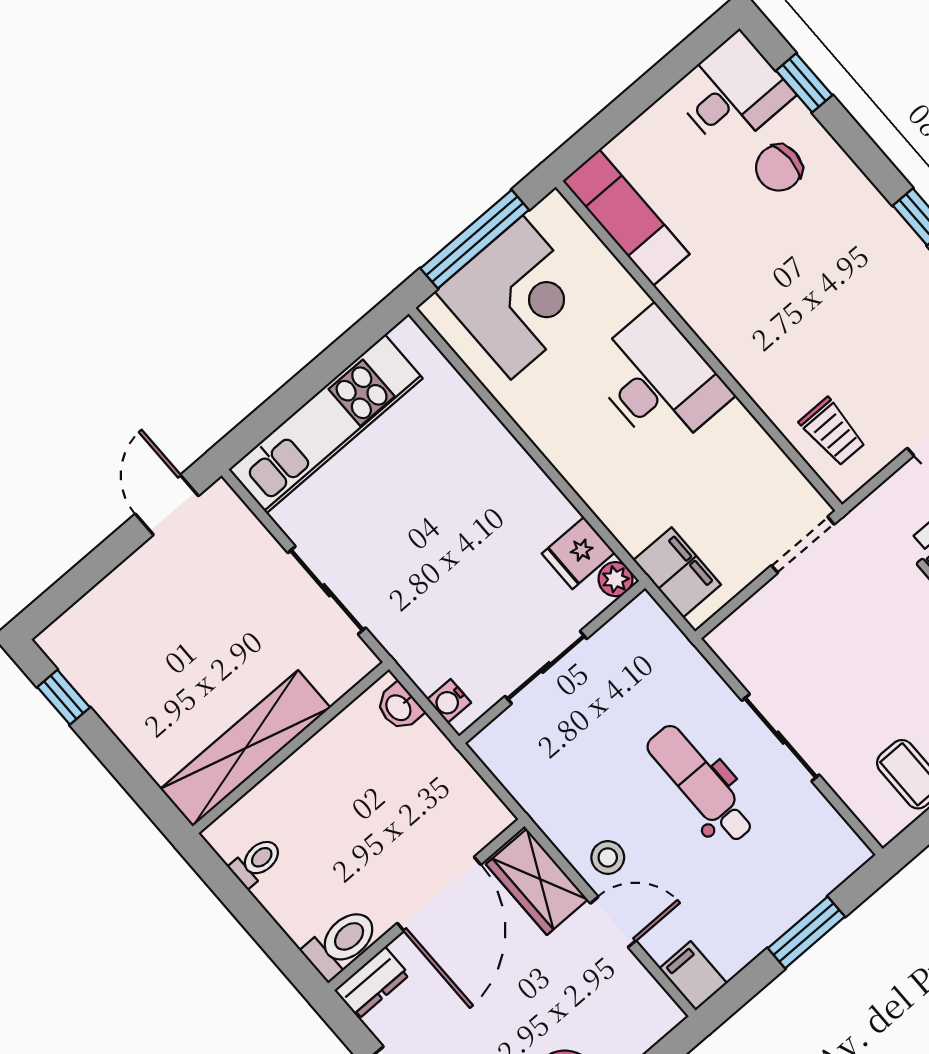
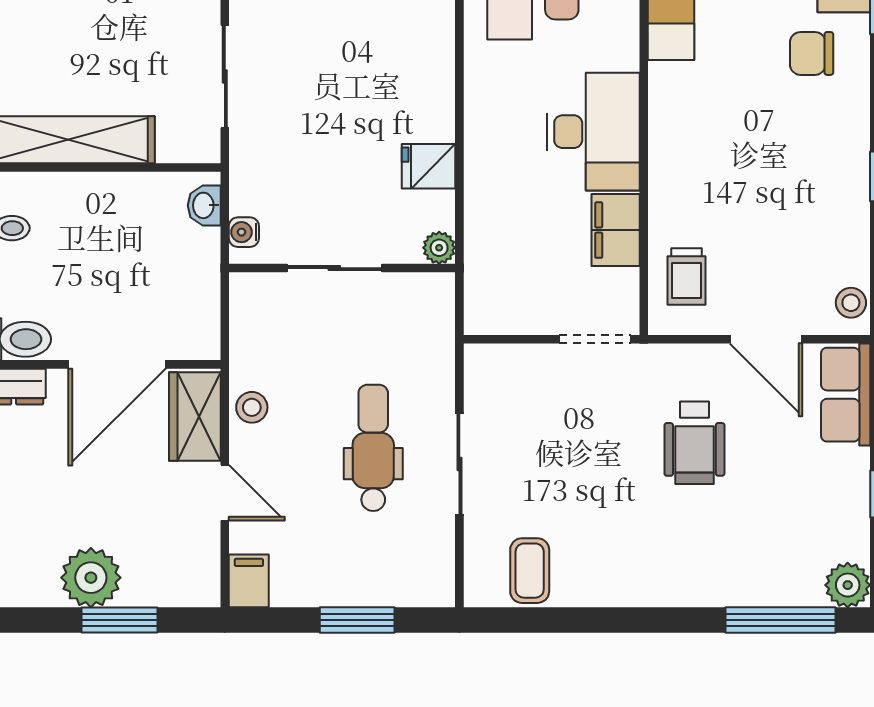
fridge: (578, 553) -> (429, 166), moved
filing cabinet: (677, 572) -> (616, 230), moved, turned 180
stool: (608, 857) -> (252, 407), moved

